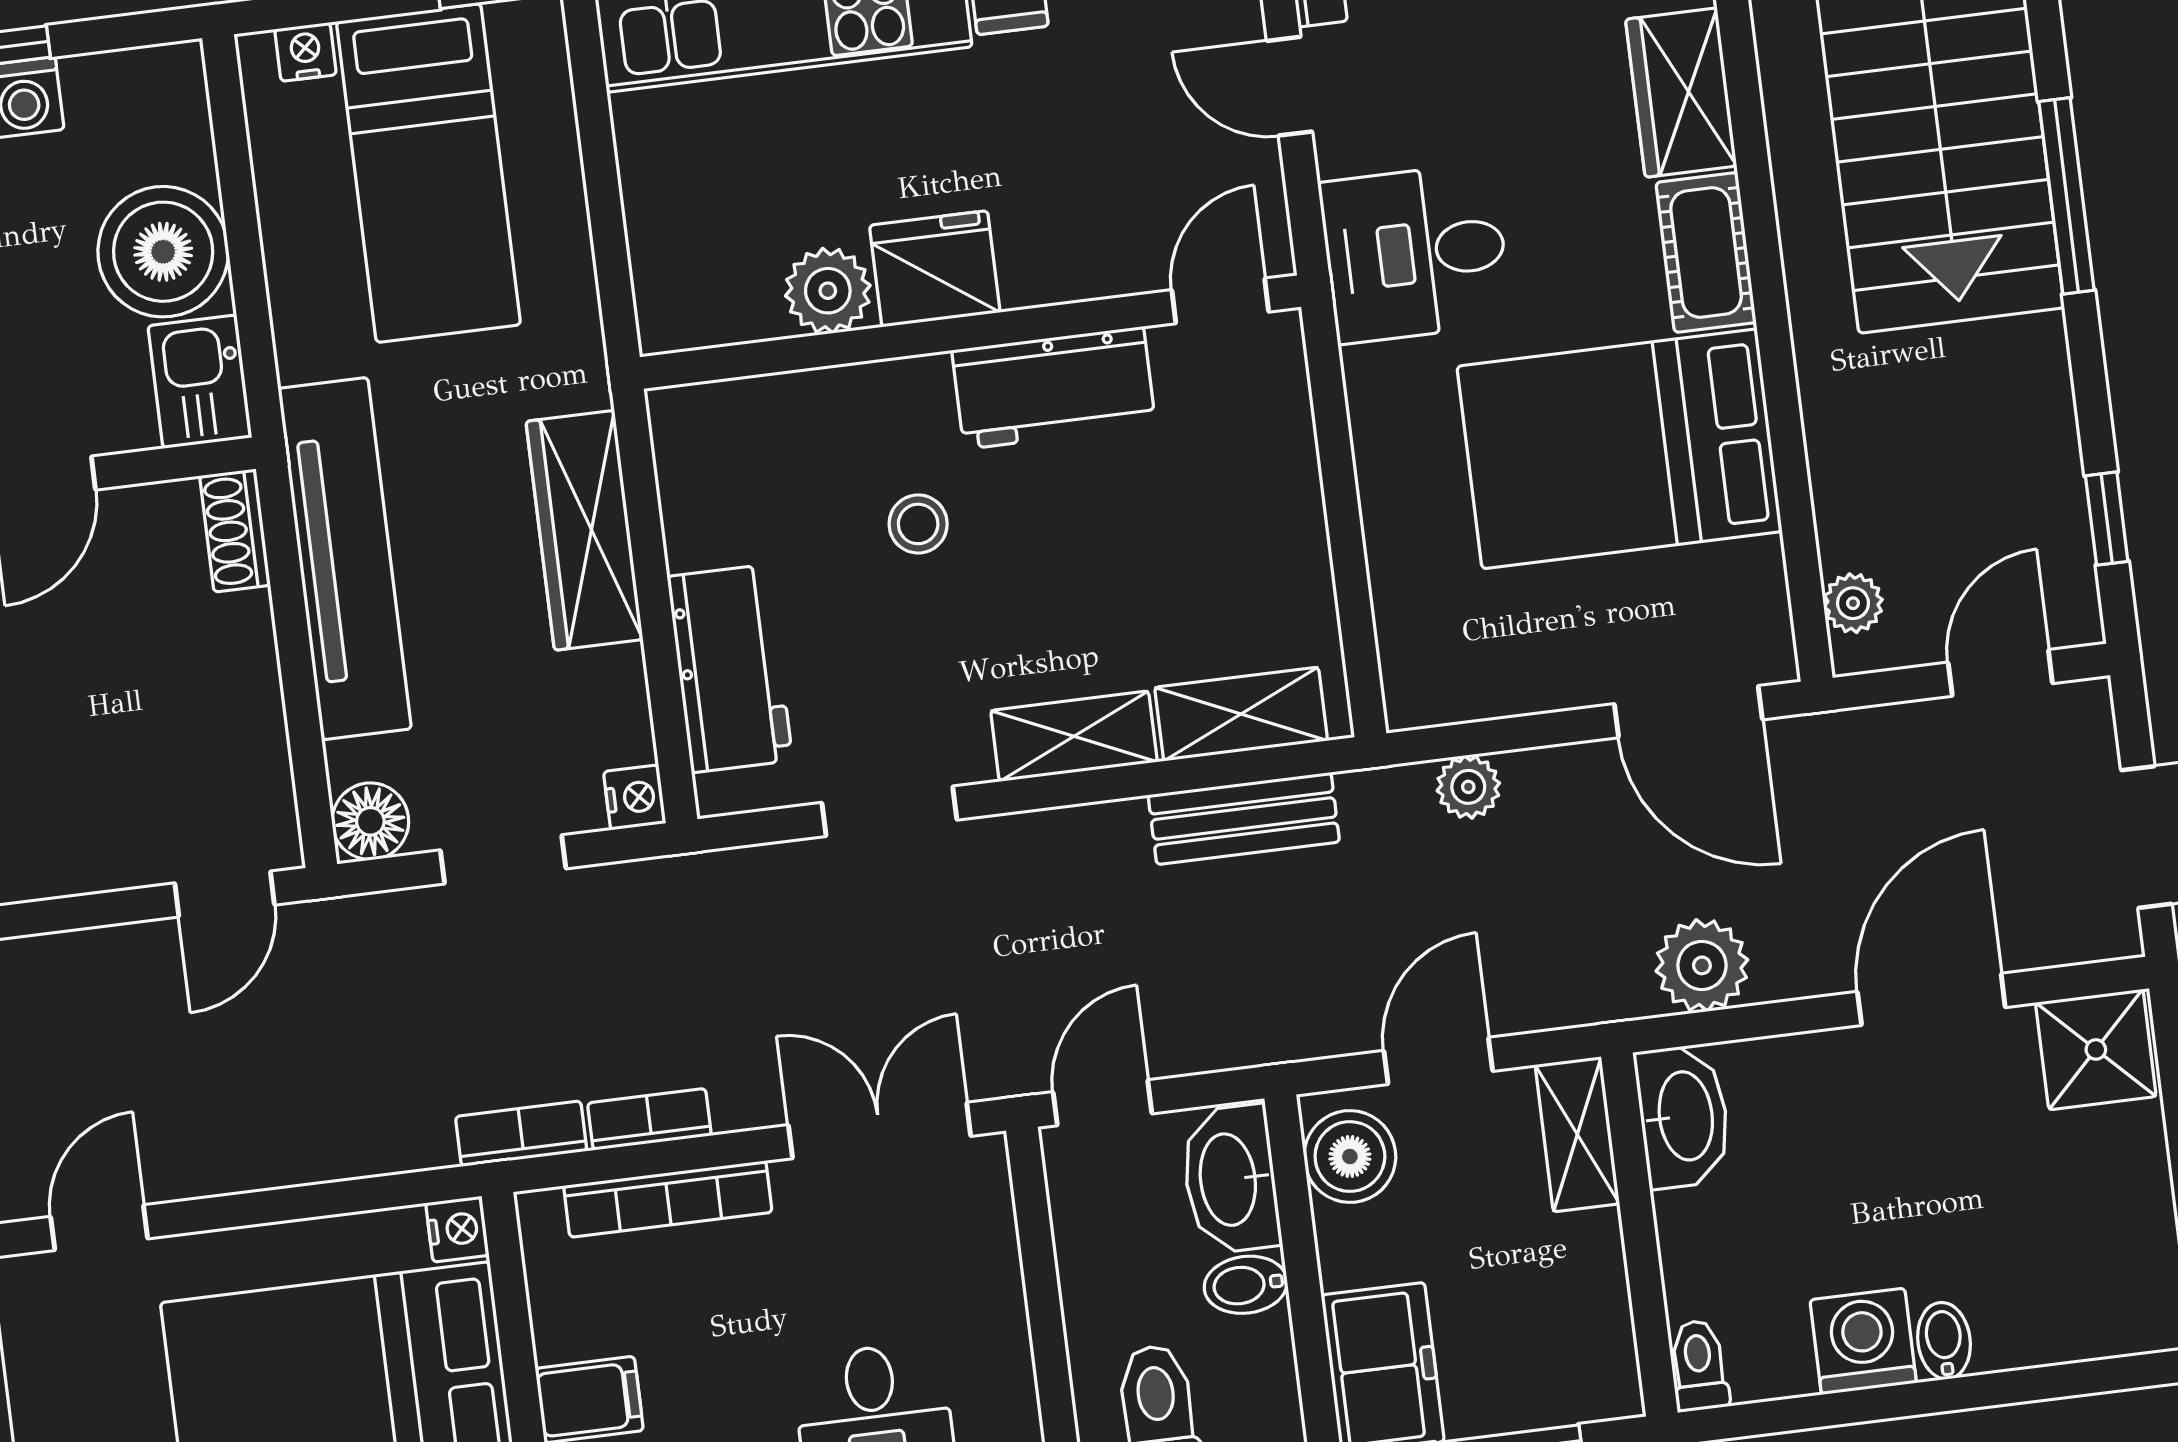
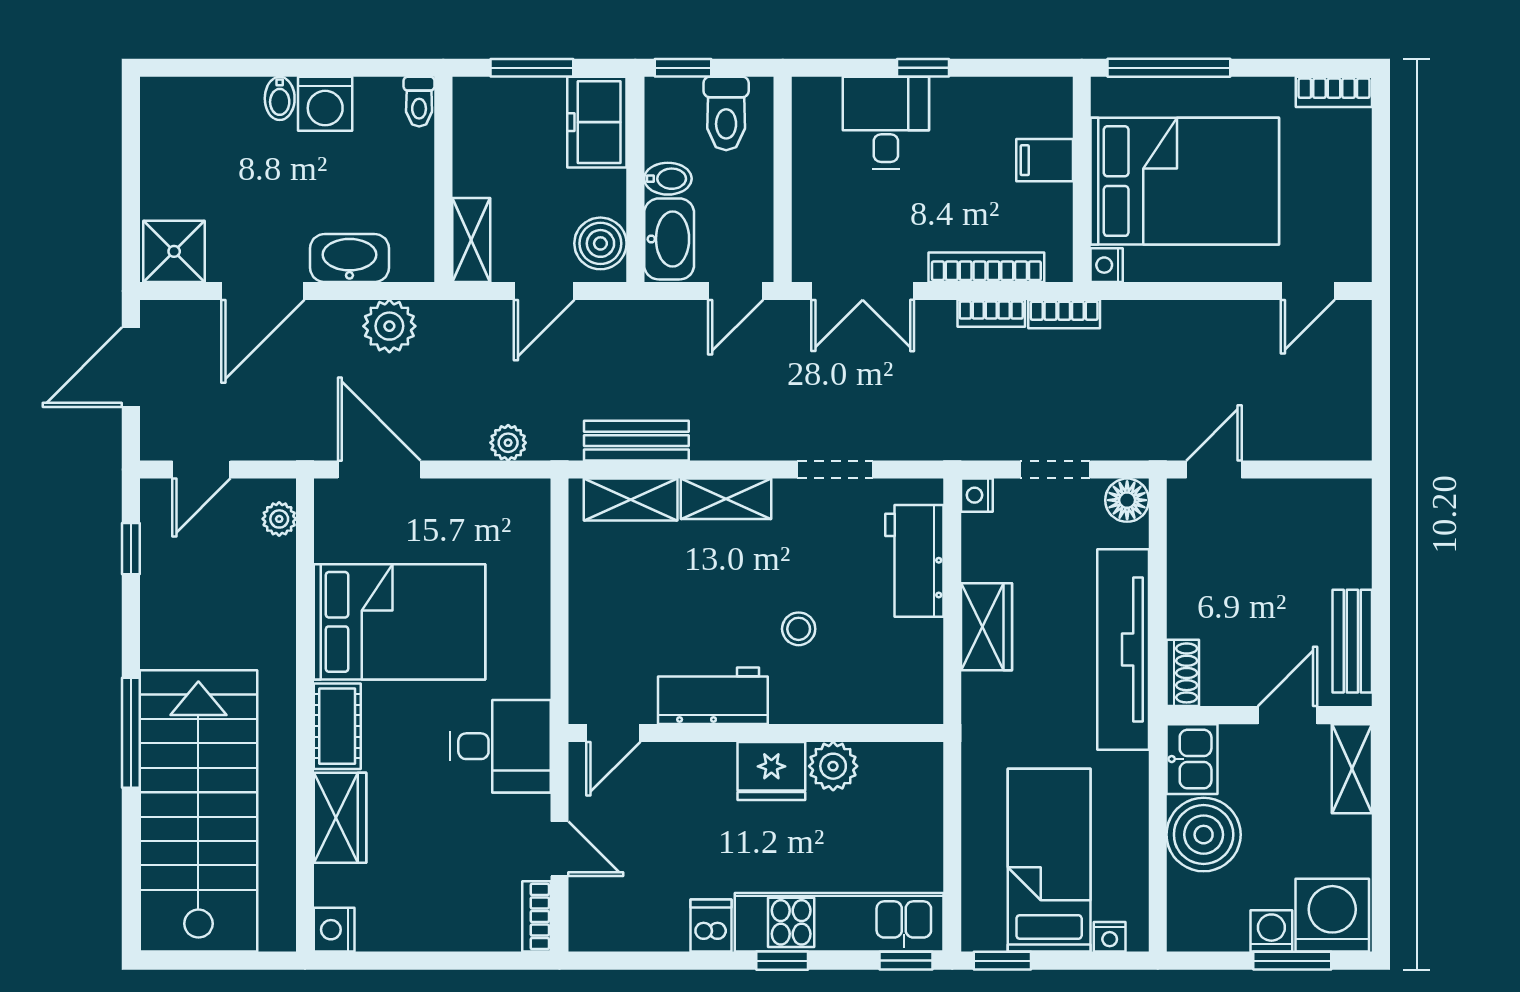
wardrobe: (584, 530) -> (987, 627), width x0.67
washbasin: (1683, 1116) -> (349, 258), moved, turned 90

